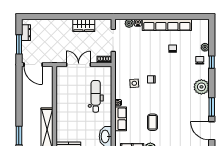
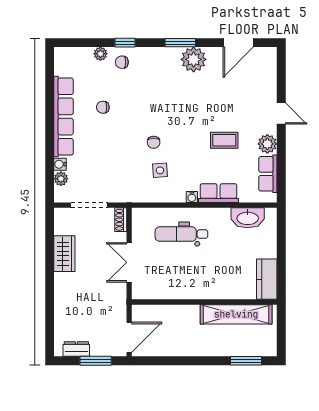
plant: (201, 87) -> (194, 59), moved
window: (212, 107) -> (180, 43), moved

